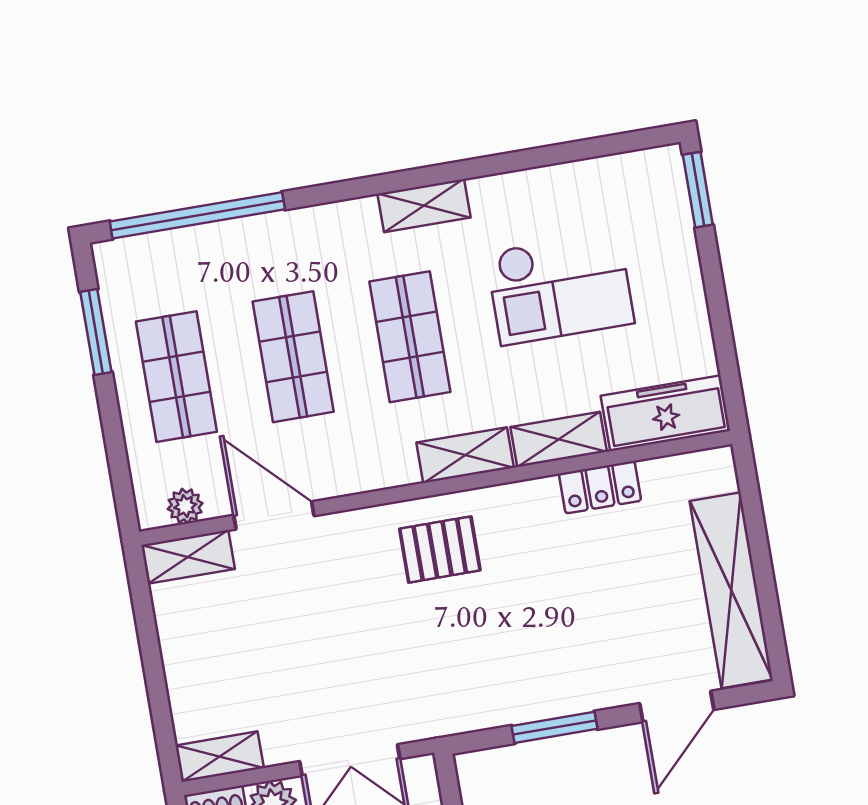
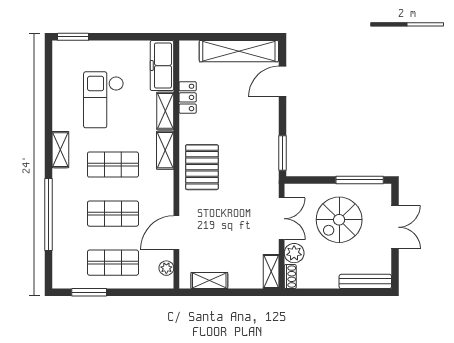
window: (197, 215) -> (49, 214), moved
checkout: (560, 288) -> (103, 100), turned 180
pallet: (440, 550) -> (202, 167), width x1.50, depth x1.42
shelving: (188, 557) -> (209, 281), moved, turned 90
door: (677, 706) -> (283, 81), swing flipped
window: (554, 727) -> (283, 153), moved

